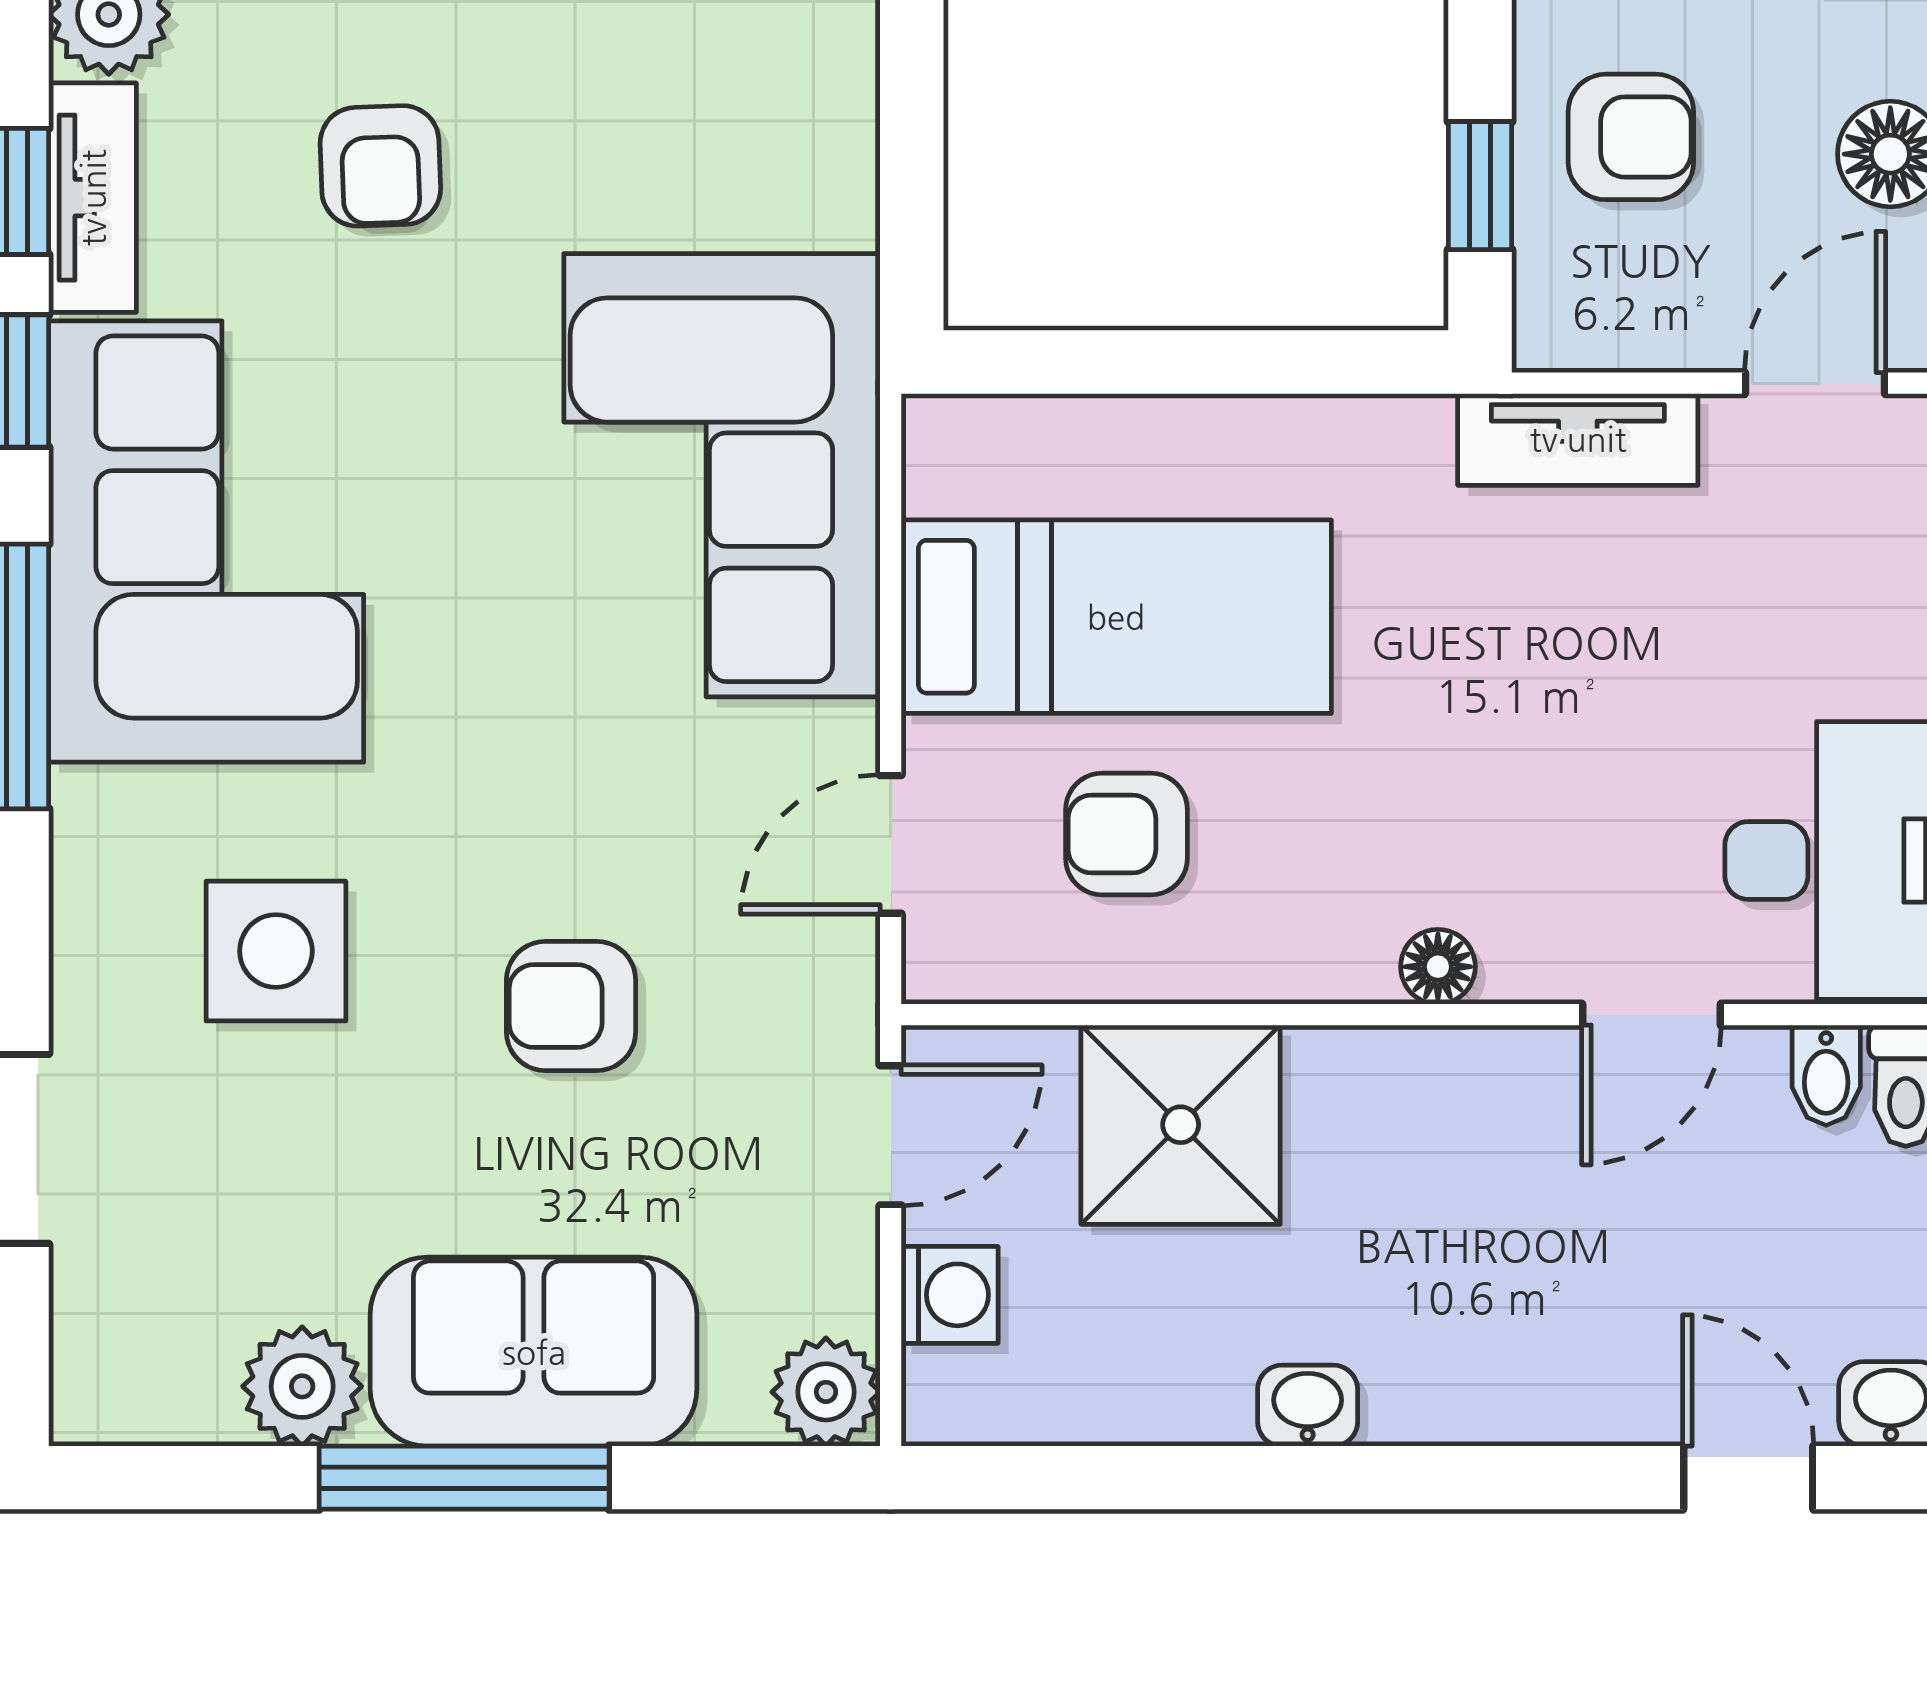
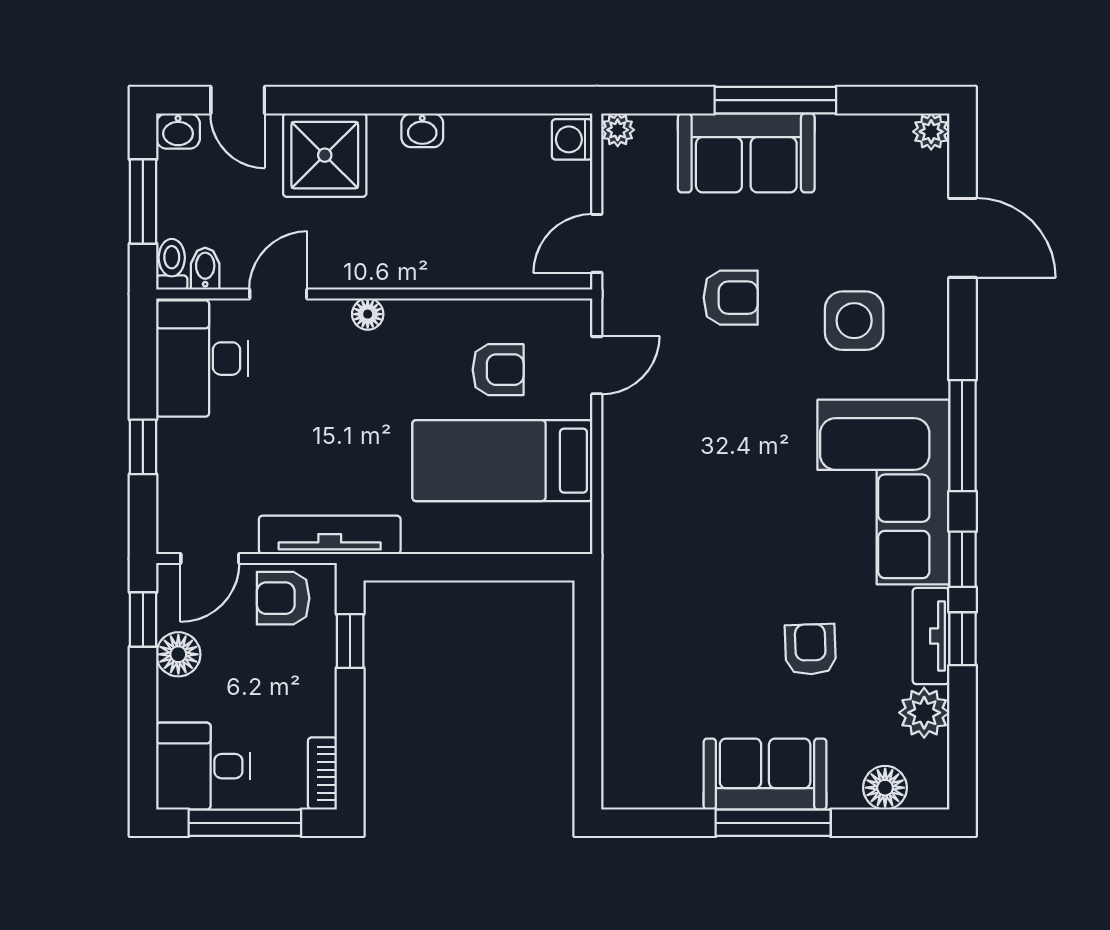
armchair: (1631, 137) -> (283, 598), moved
tv unit: (1578, 439) -> (330, 535), width x1.41
corner sofa: (722, 475) -> (667, 520), removed
shower: (1181, 1125) -> (325, 155), moved
washing machine: (950, 1295) -> (572, 139), moved
plant: (302, 1386) -> (931, 132), moved, width x0.73, depth x0.73
plant: (826, 1392) -> (618, 130), width x0.73, depth x0.73

